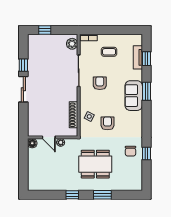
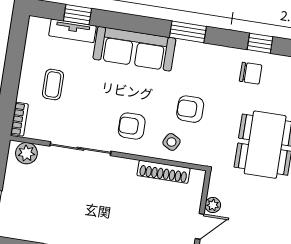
armchair: (100, 83) -> (132, 126), moved
window: (146, 91) -> (188, 32), moved
sofa: (134, 96) -> (134, 49), width x1.36

